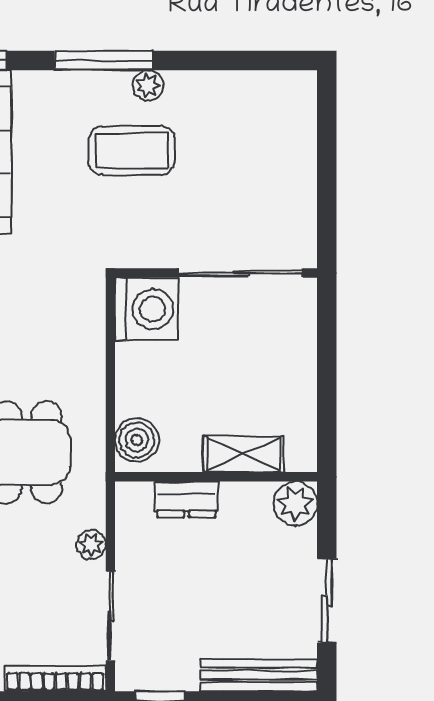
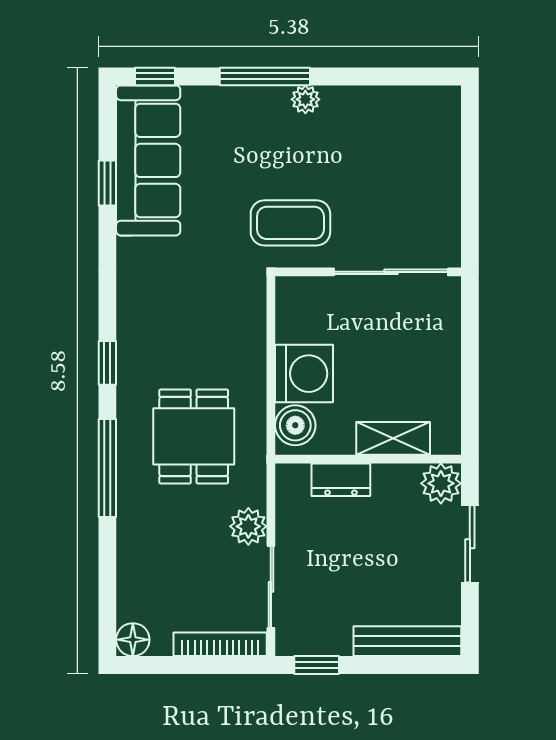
coffee table: (132, 150) -> (290, 223), moved
washing machine: (146, 309) -> (304, 374), moved
plant: (91, 545) -> (248, 526), width x1.38, depth x1.38
sliding door: (327, 601) -> (470, 544), moved

